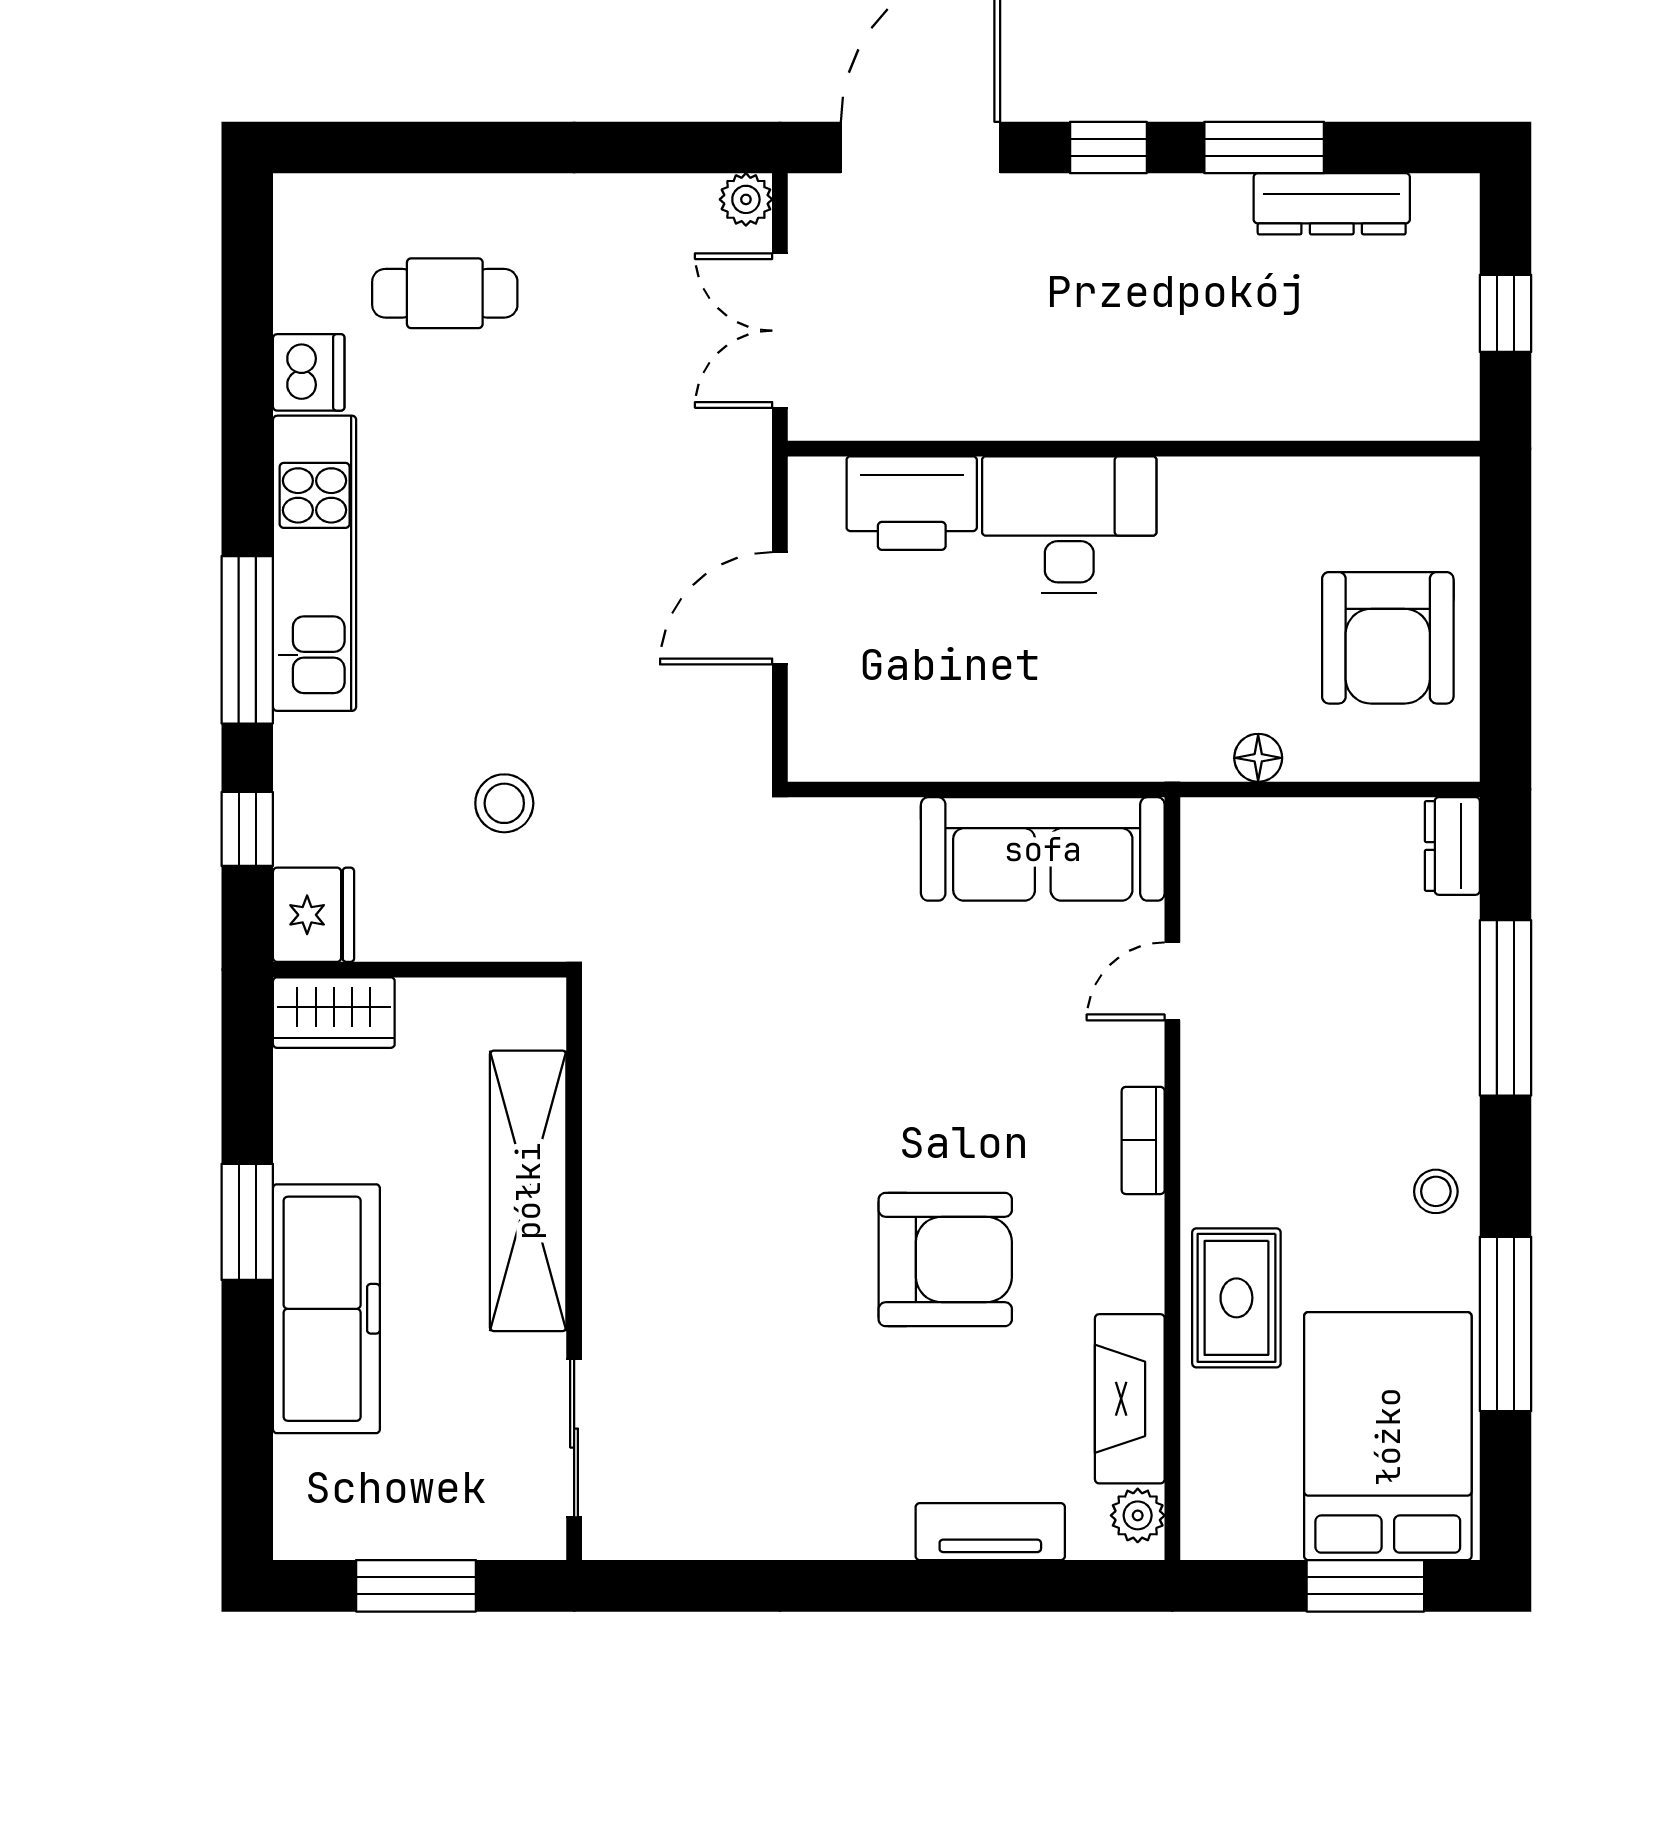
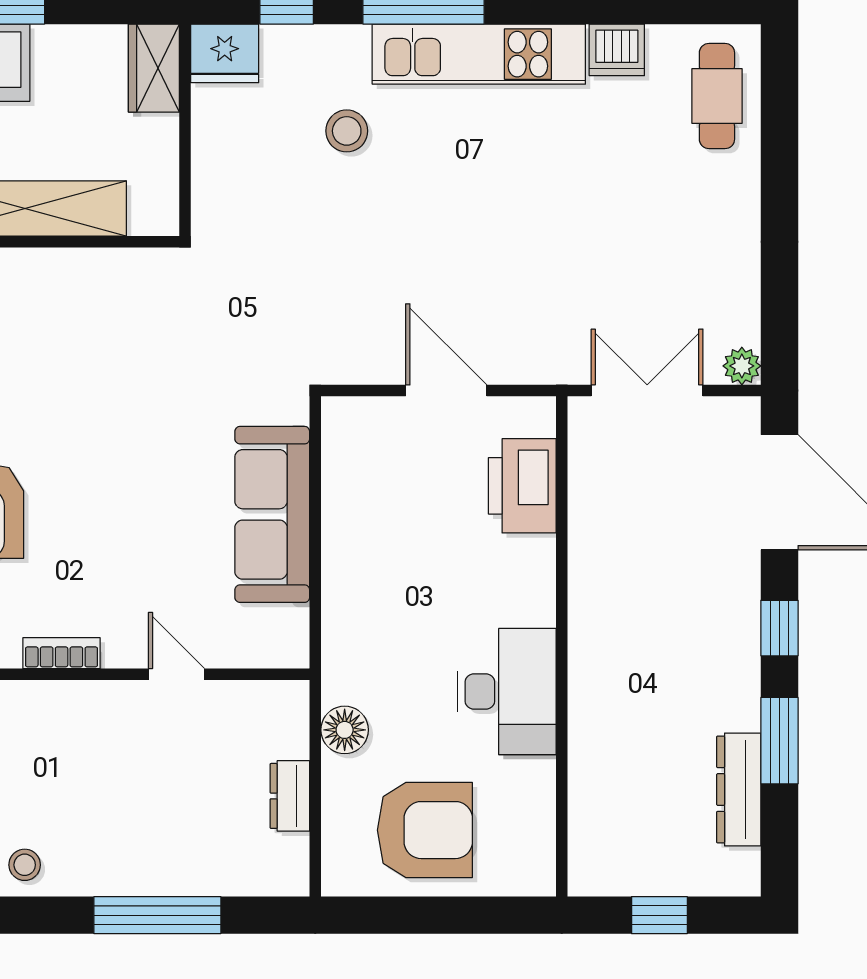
cafe table: (445, 293) -> (717, 96), moved
desk: (1069, 525) -> (507, 692), moved
armchair: (1388, 638) -> (425, 830), turned 180
floor lamp: (1258, 758) -> (345, 730), width x1.37, depth x1.37
stool: (504, 803) -> (347, 131), moved
dresser: (1452, 846) -> (290, 796), moved, turned -90
sofa: (1043, 849) -> (272, 514), moved

